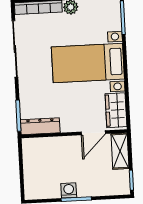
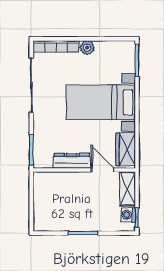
dresser: (40, 126) -> (72, 161), moved
door: (93, 133) -> (103, 170), swing flipped
washing machine: (69, 190) -> (128, 215), moved, turned -90

